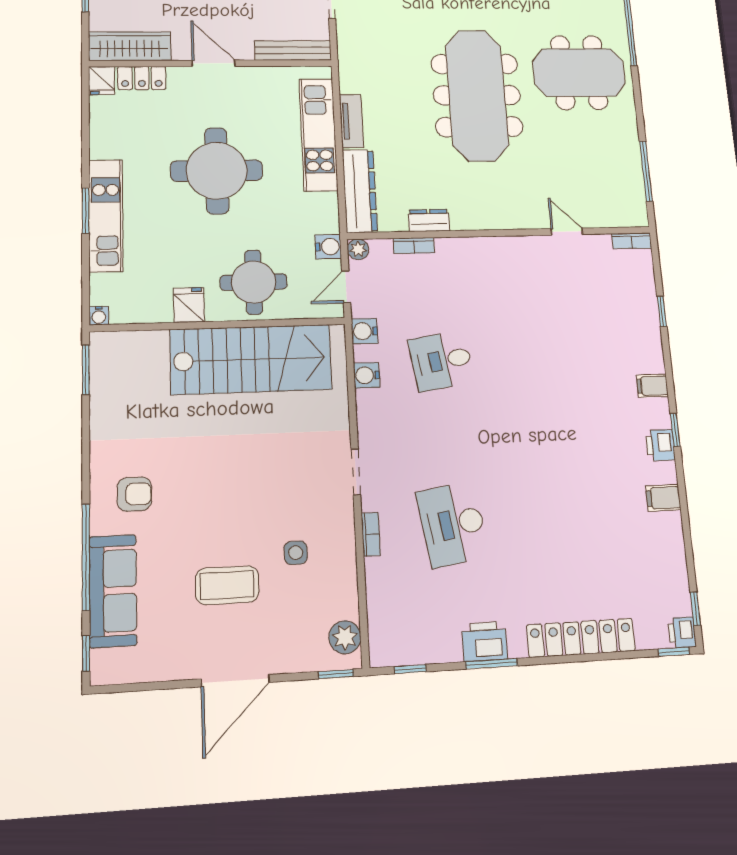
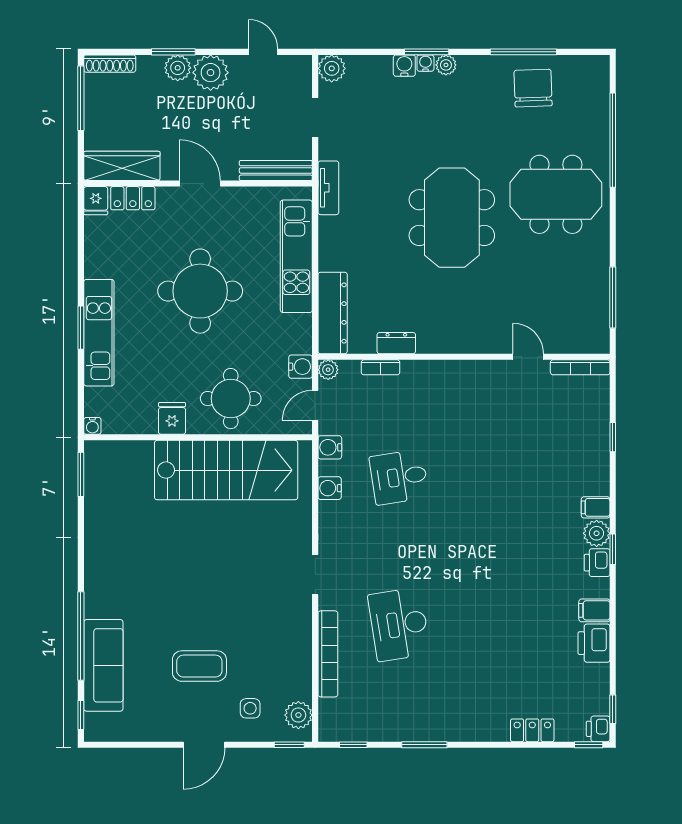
meeting table: (477, 95) -> (452, 218), width x0.73
tv unit: (351, 121) -> (328, 188), moved
bookcase: (632, 241) -> (580, 367), width x1.56
plant: (656, 413) -> (597, 533), added
armchair: (134, 494) -> (122, 585), removed
bookcase: (371, 534) -> (328, 654), width x2.31, depth x1.31
side table: (296, 553) -> (250, 708), moved
locker: (581, 638) -> (532, 730), width x0.46, depth x0.83
printer: (485, 642) -> (594, 643), moved, turned -90
door: (235, 681) -> (204, 745), width x0.73

